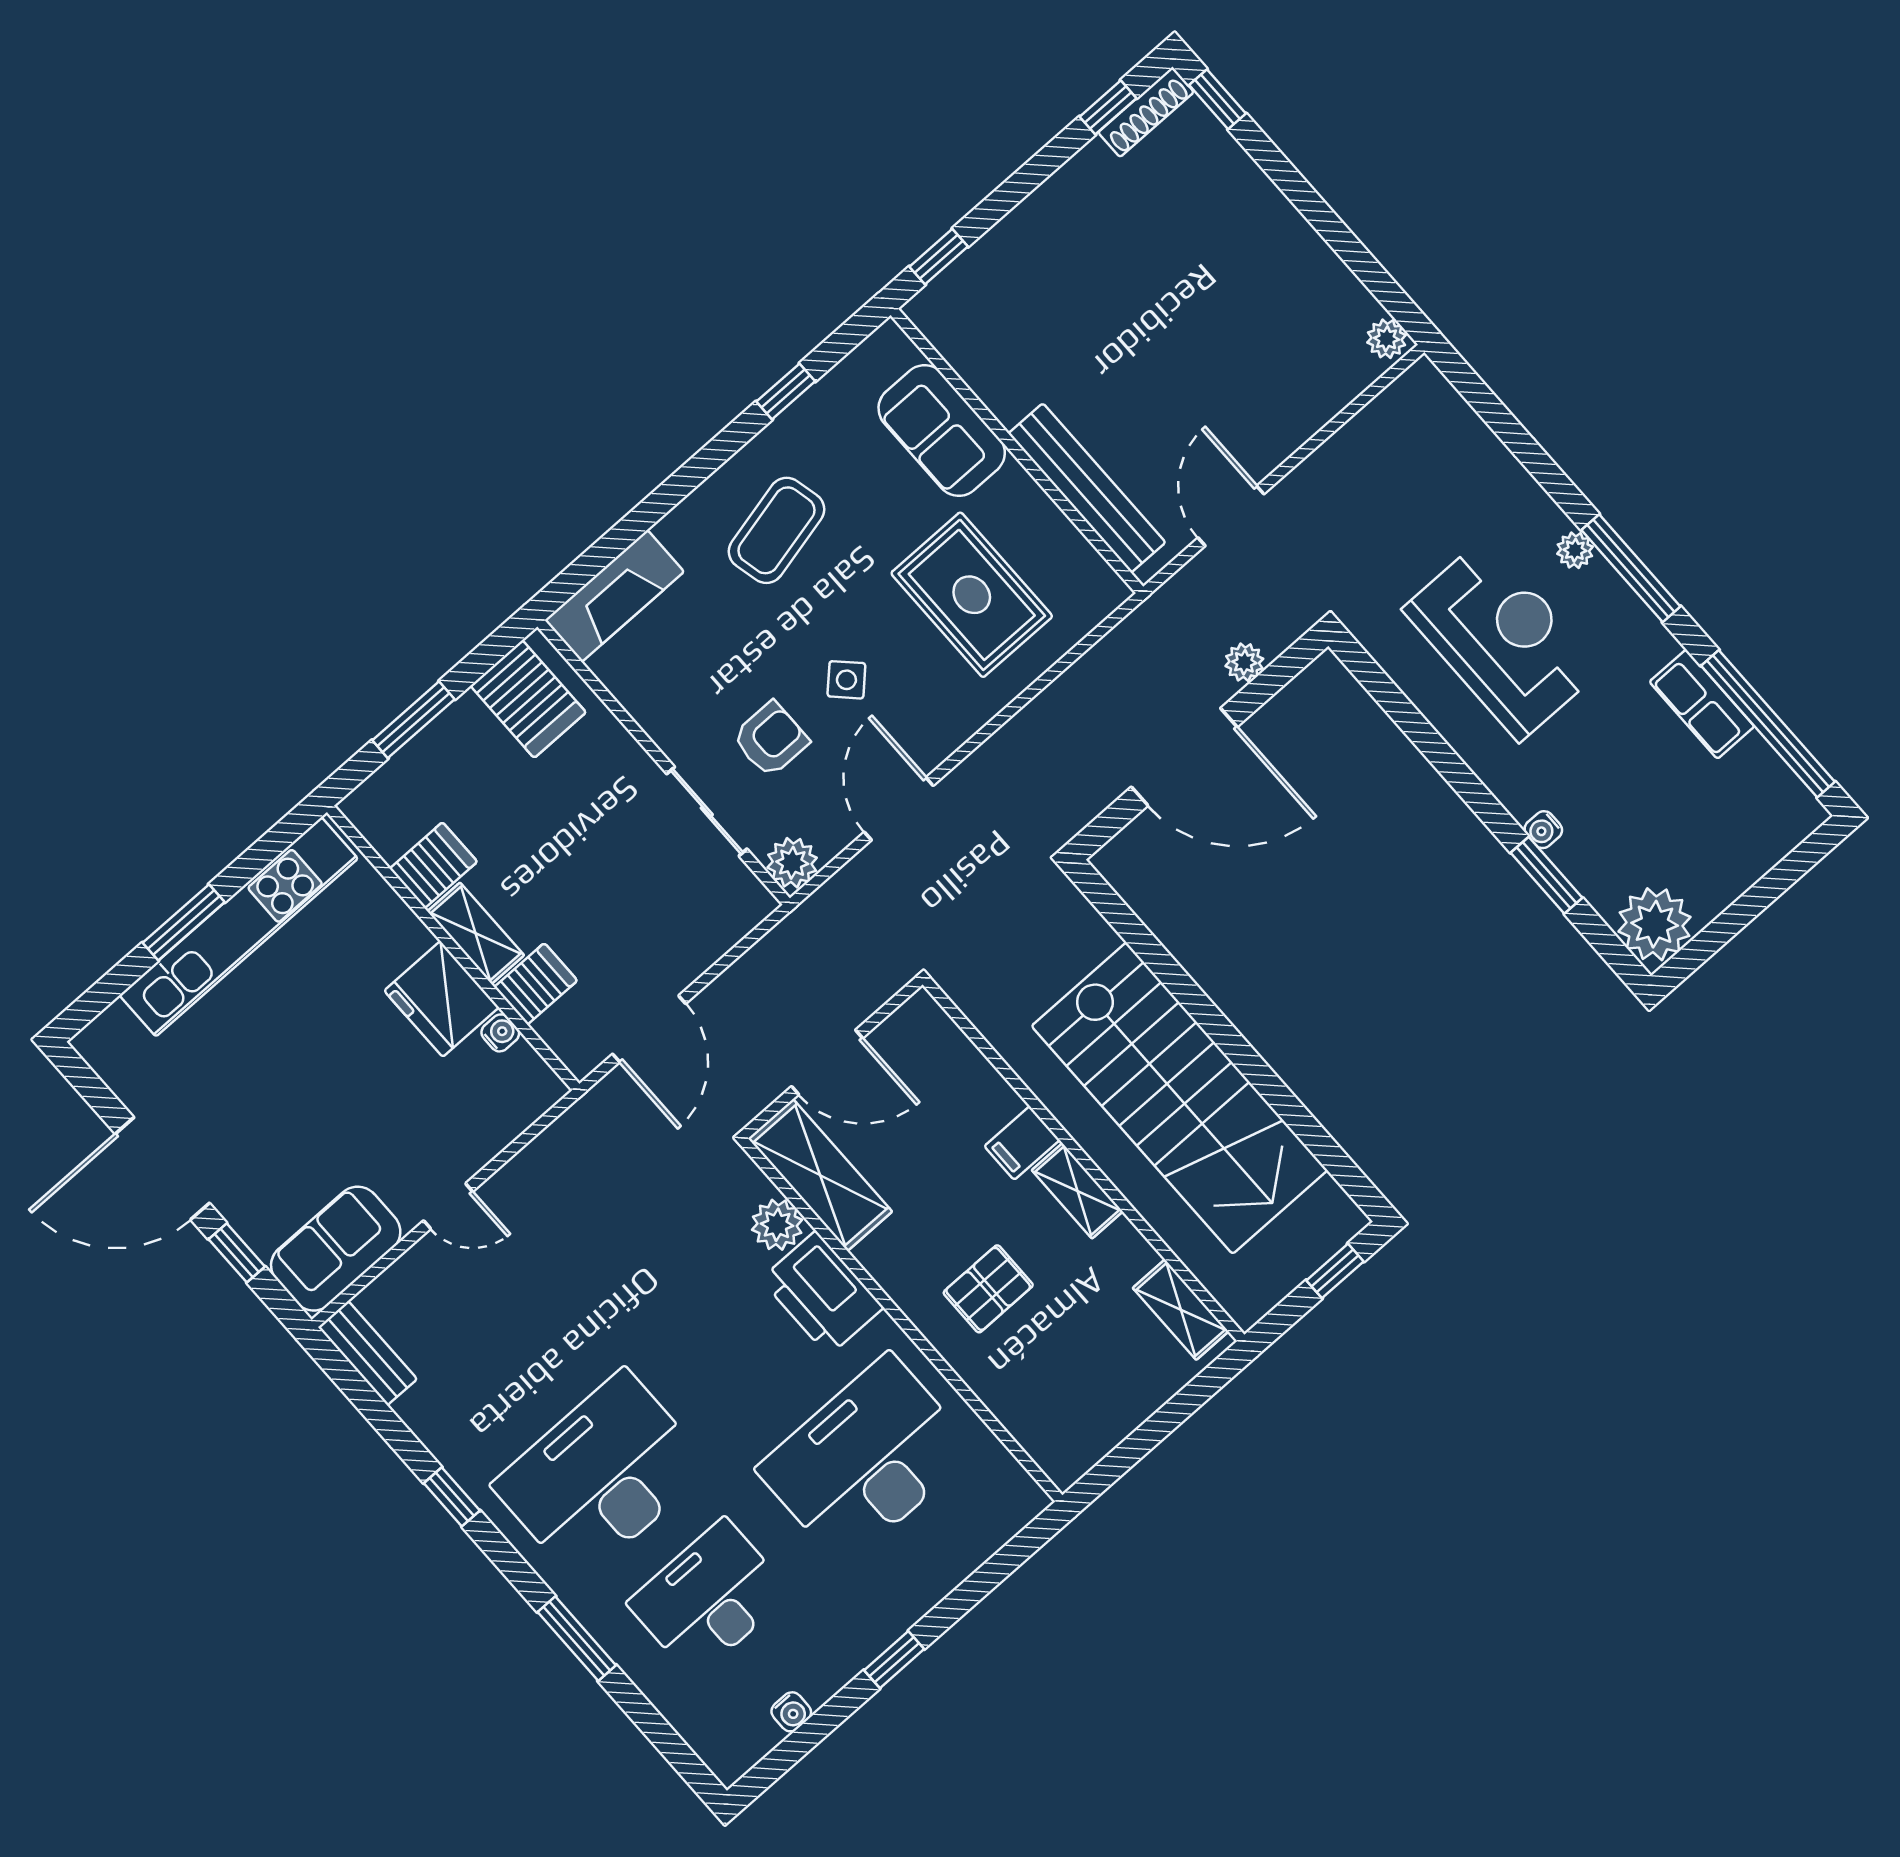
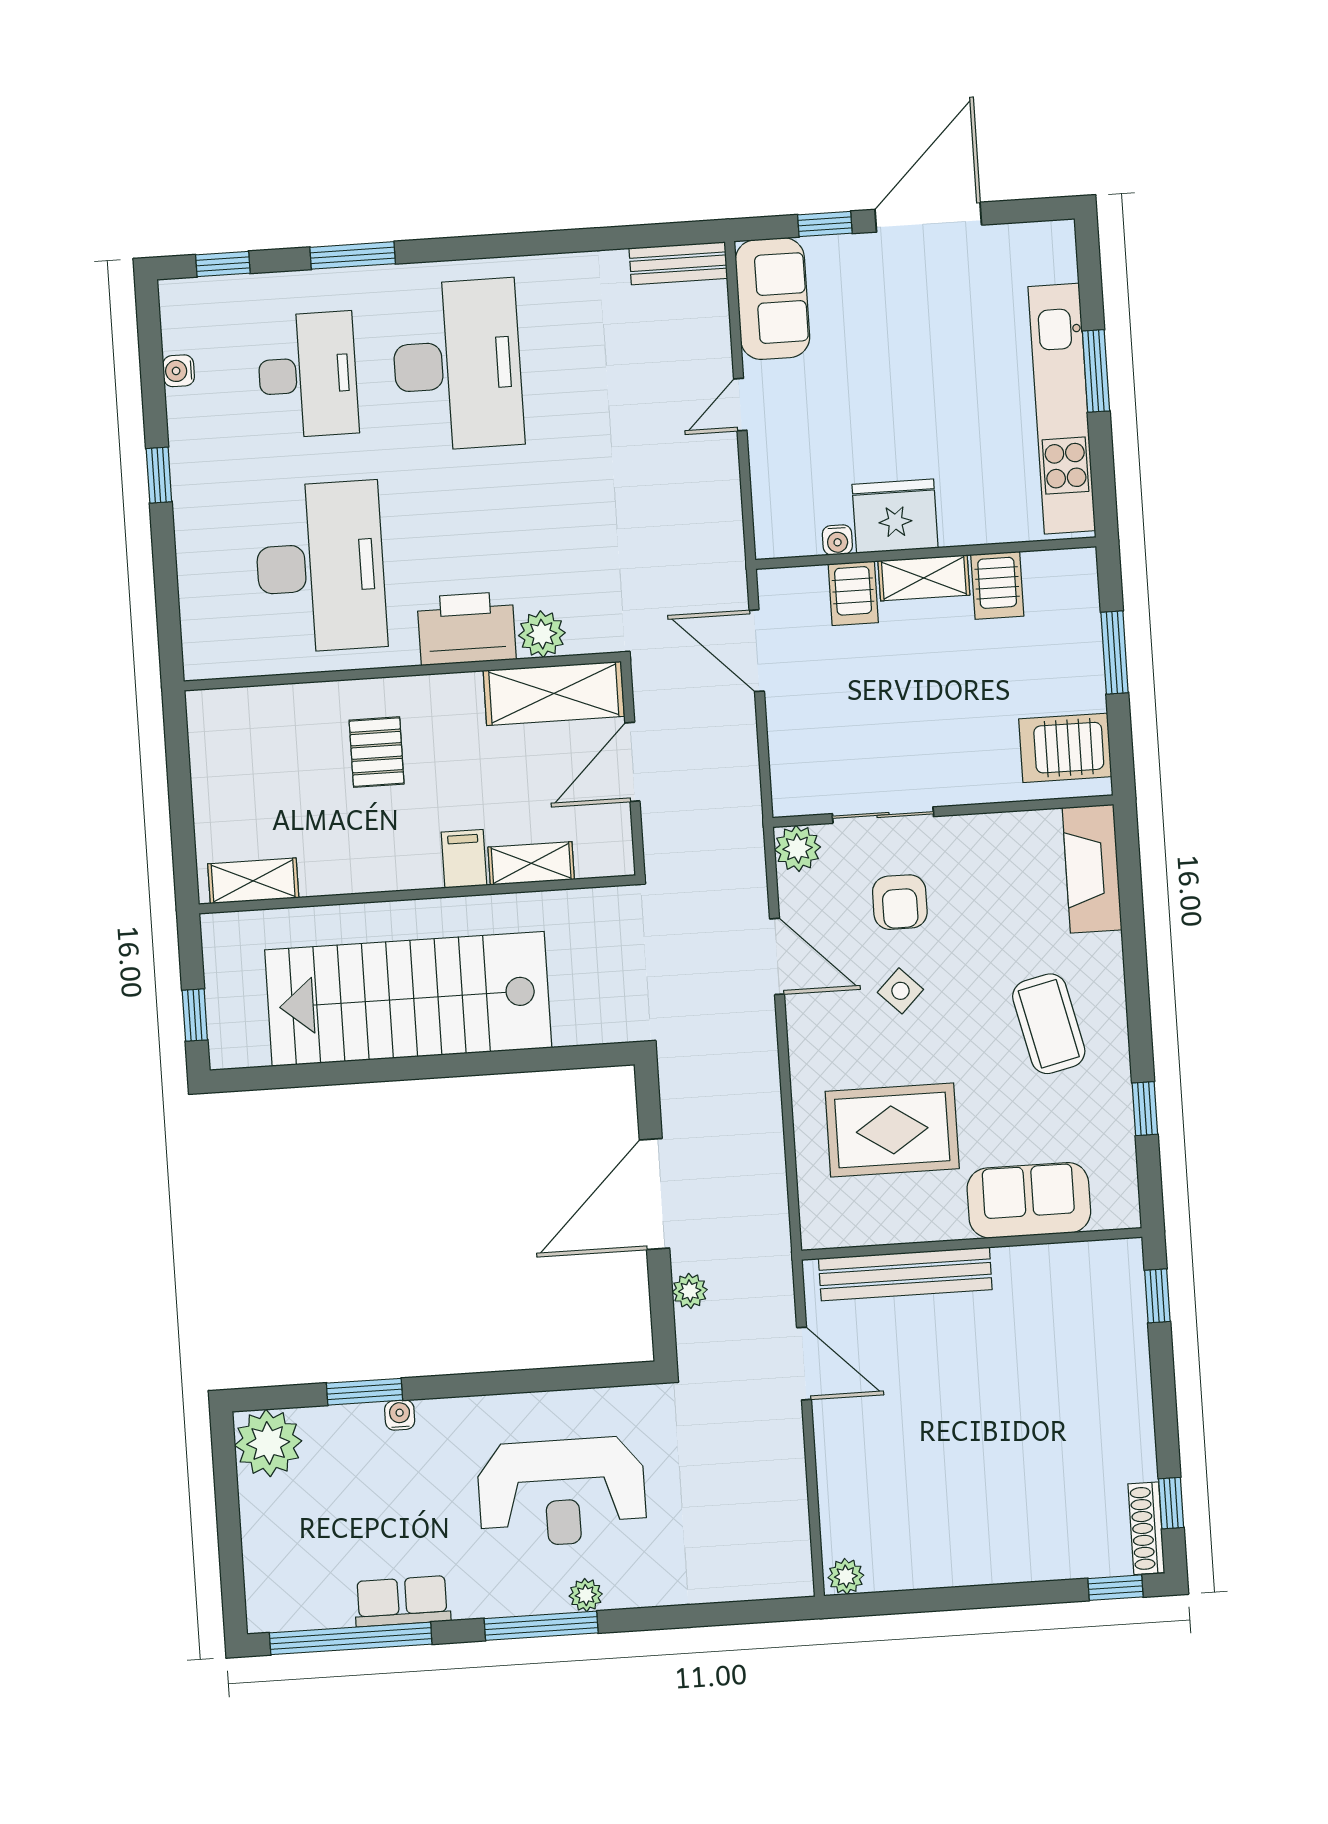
shelving: (1077, 1191) -> (531, 863), moved
window: (452, 1497) -> (223, 264), moved

